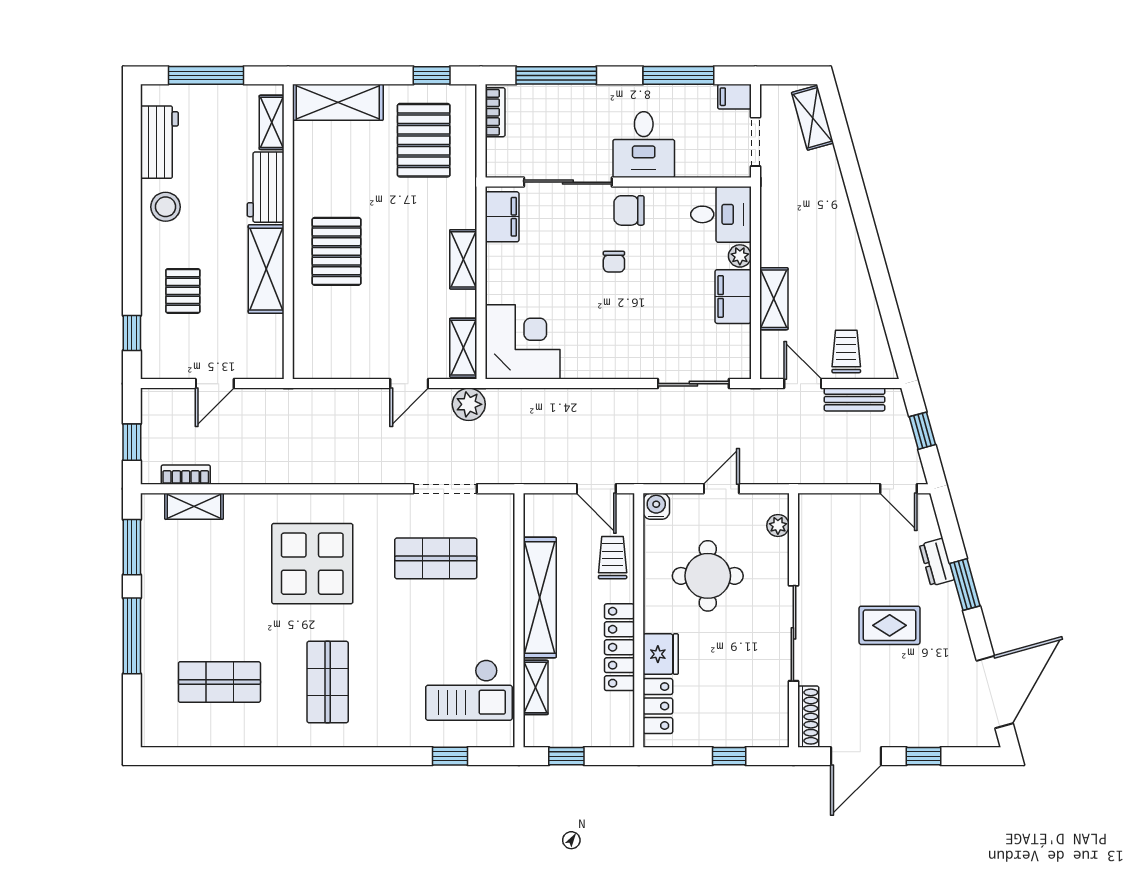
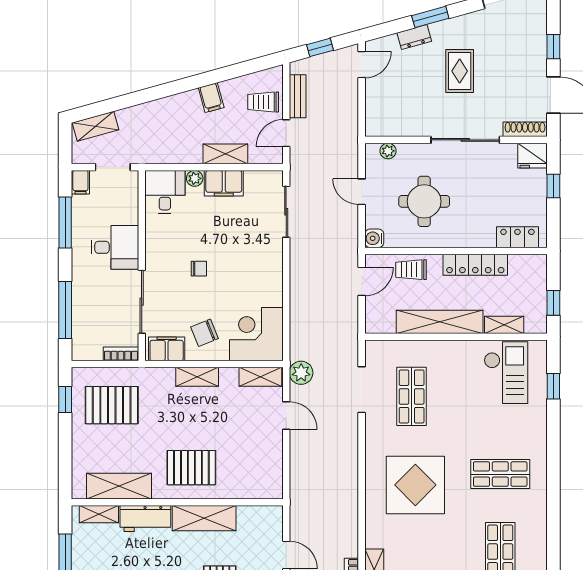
shelving: (338, 102) -> (119, 486), moved, turned 90
bookcase: (495, 112) -> (121, 354), moved
chair: (629, 210) -> (204, 333), moved, turned 68
filing cabinet: (852, 279) -> (211, 98), added
fridge: (661, 654) -> (532, 156), moved, turned 180

